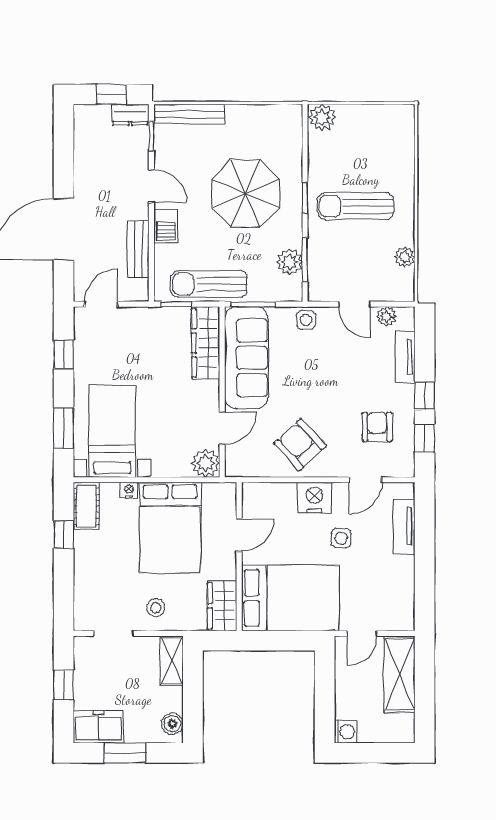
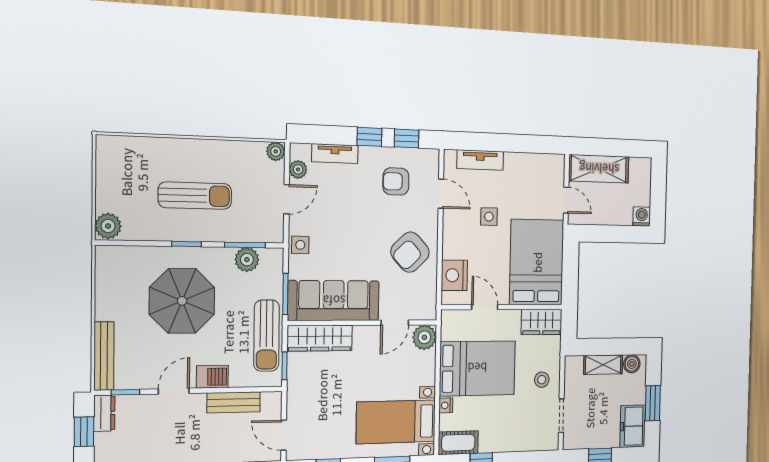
sun lounger: (356, 206) -> (195, 196), turned -90
plant: (405, 257) -> (276, 151), moved
door: (222, 428) -> (395, 323), swing flipped
nightstand: (314, 498) -> (454, 275), moved
shelving: (172, 661) -> (603, 365), moved

